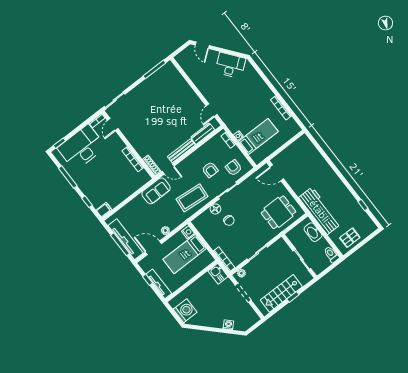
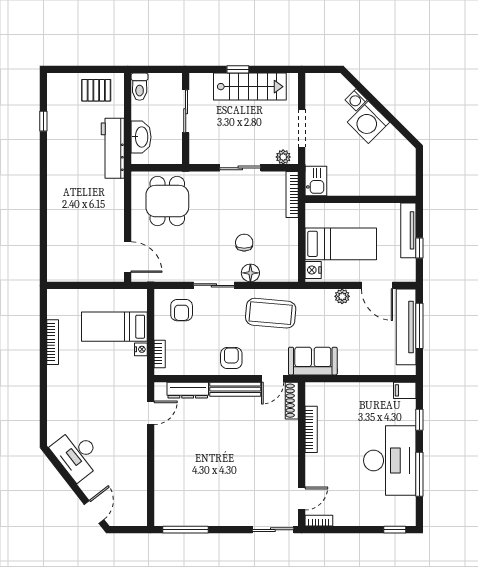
desk: (82, 147) -> (390, 461), moved, turned -90
door: (168, 169) -> (273, 379), swing flipped
armchair: (210, 170) -> (231, 358), moved
workbench: (320, 211) -> (113, 148), width x0.73, depth x0.76
dining table: (279, 212) -> (167, 201), turned 90
washing machine: (185, 311) -> (368, 122), moved, turned -45

